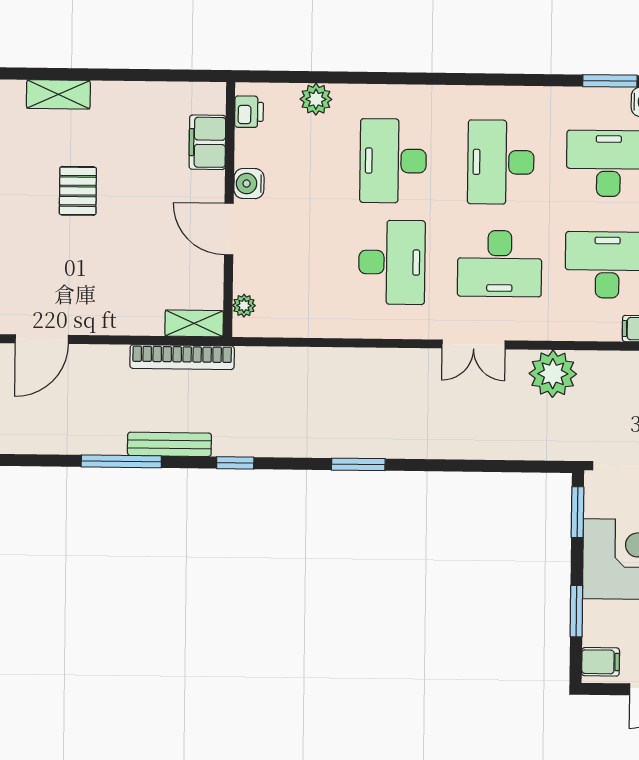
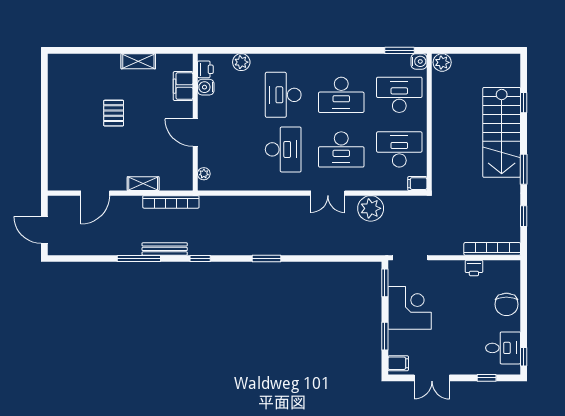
shelving: (58, 94) -> (138, 61), moved
desk: (501, 162) -> (341, 95), turned -90
water cooler: (249, 184) -> (206, 87), moved
shelving: (194, 323) -> (143, 184), moved

